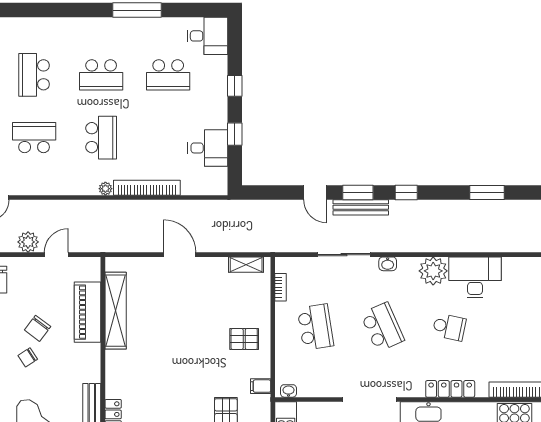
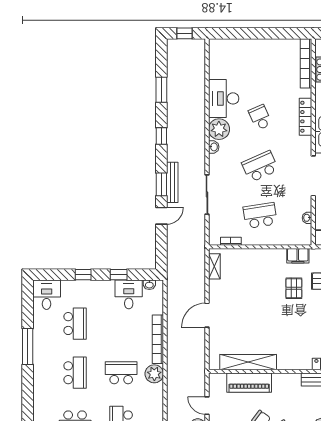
washbasin: (221, 176) -> (149, 285), added
plant: (105, 189) -> (154, 374), width x1.88, depth x1.88
window: (406, 192) -> (161, 136), moved
washbasin: (388, 264) -> (214, 147), moved
school desk: (449, 327) -> (260, 117), turned -36
pallet: (244, 339) -> (294, 288), moved
filing cabinet: (261, 386) -> (298, 256), width x2.00
washbasin: (288, 391) -> (307, 218), moved

